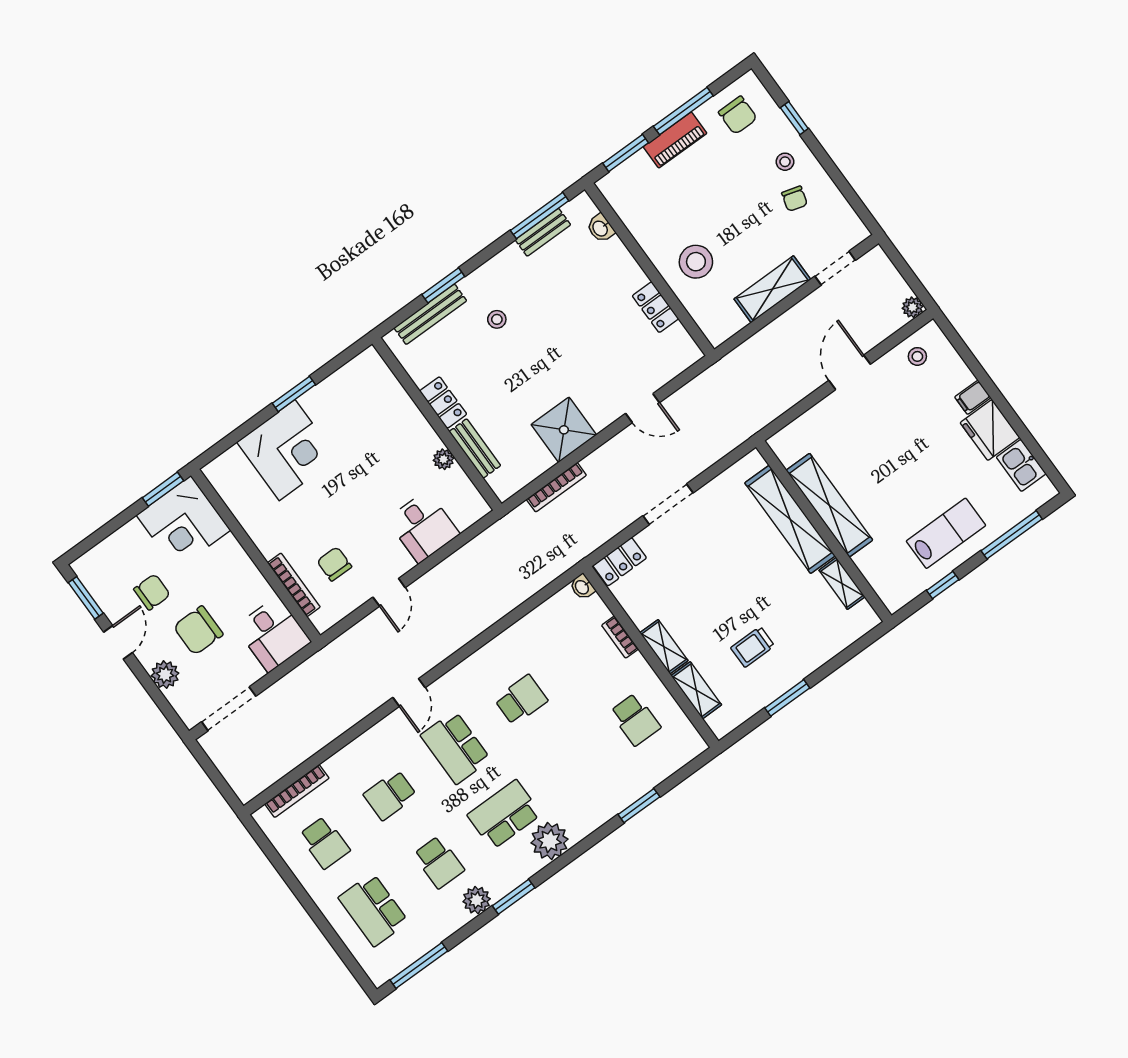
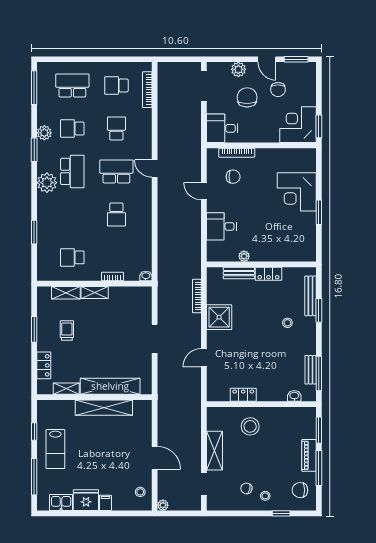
locker: (620, 562) -> (44, 365), moved, turned 180

